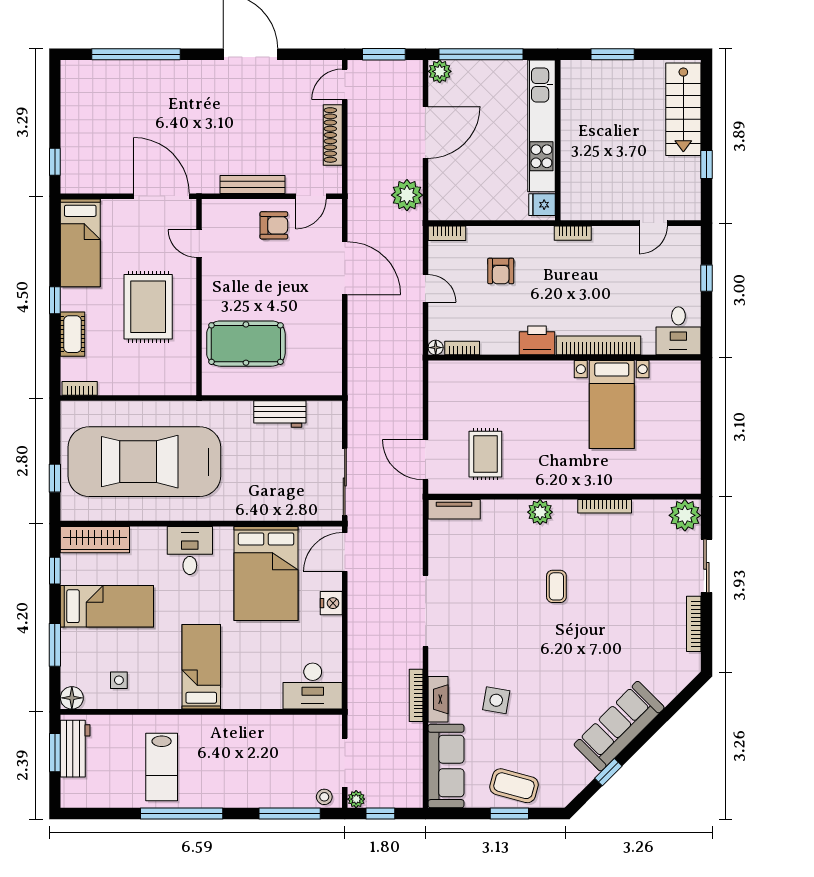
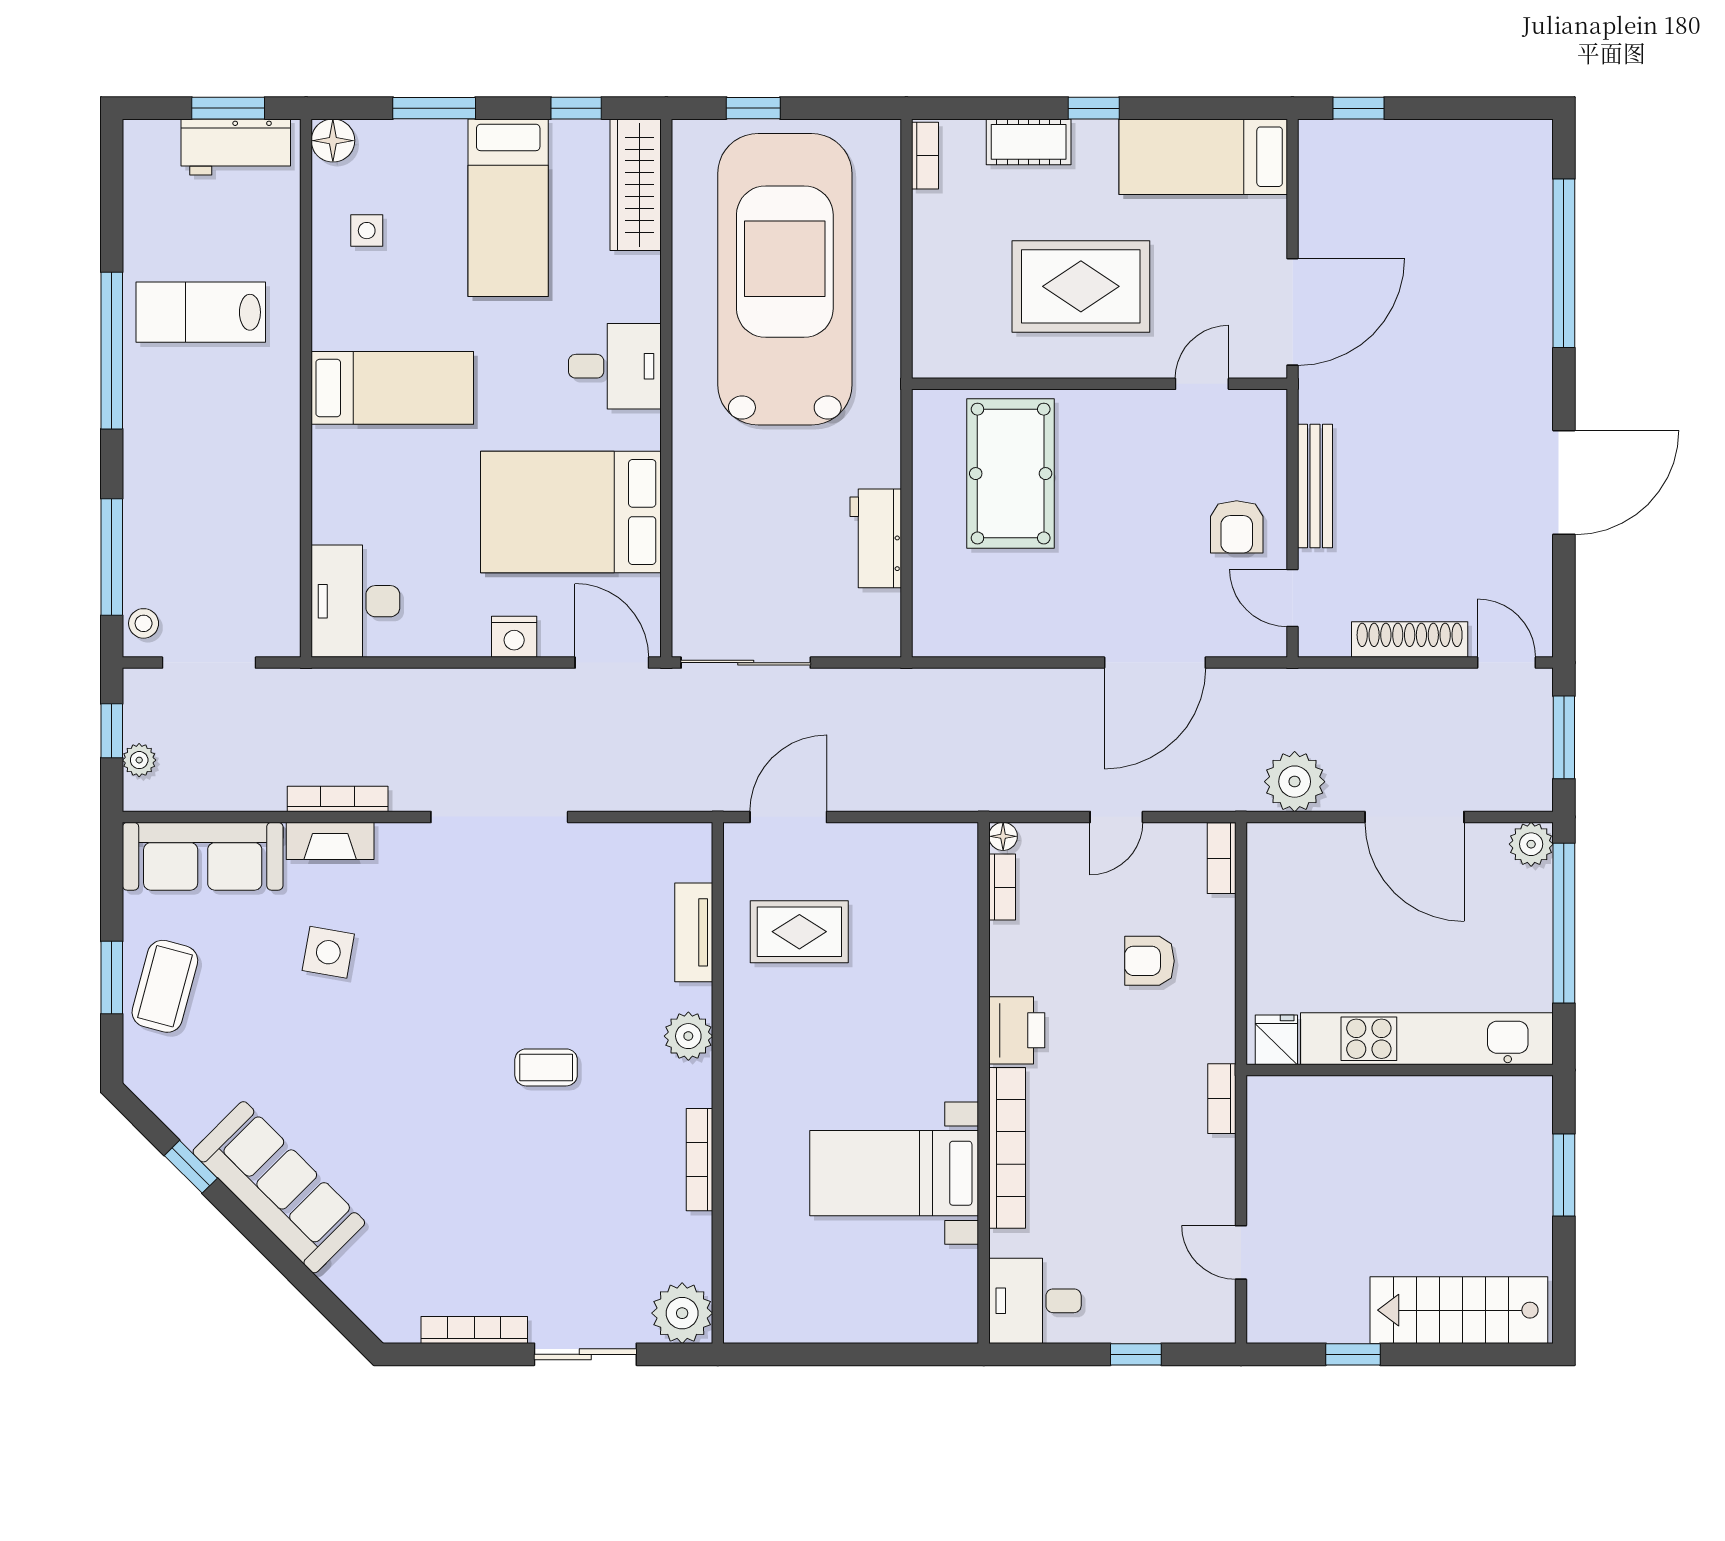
tv unit: (454, 509) -> (694, 932), moved
plant: (356, 799) -> (139, 760), moved

